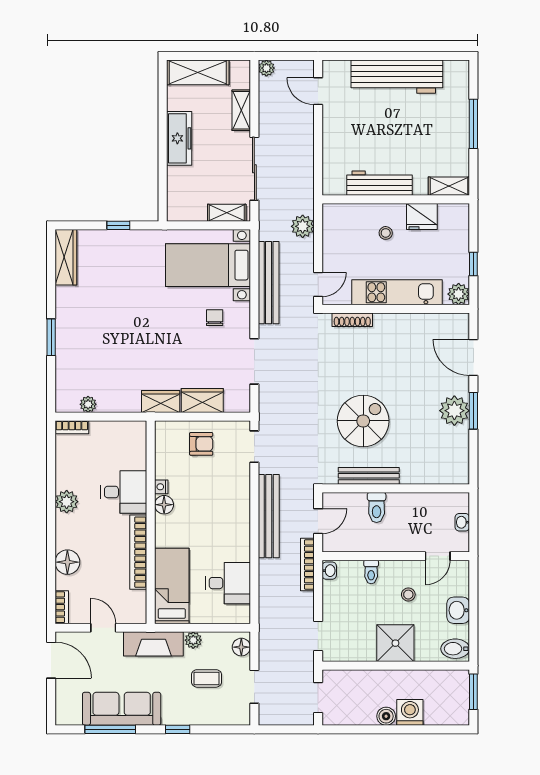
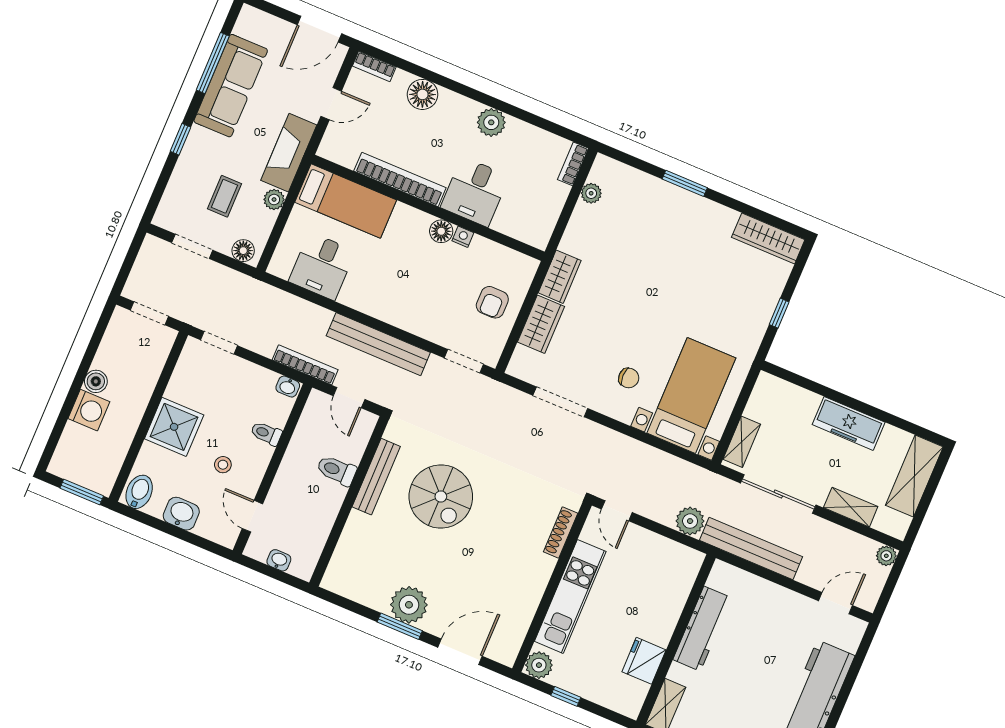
stool: (386, 233) -> (643, 612), removed
bench: (269, 283) -> (751, 548), moved

